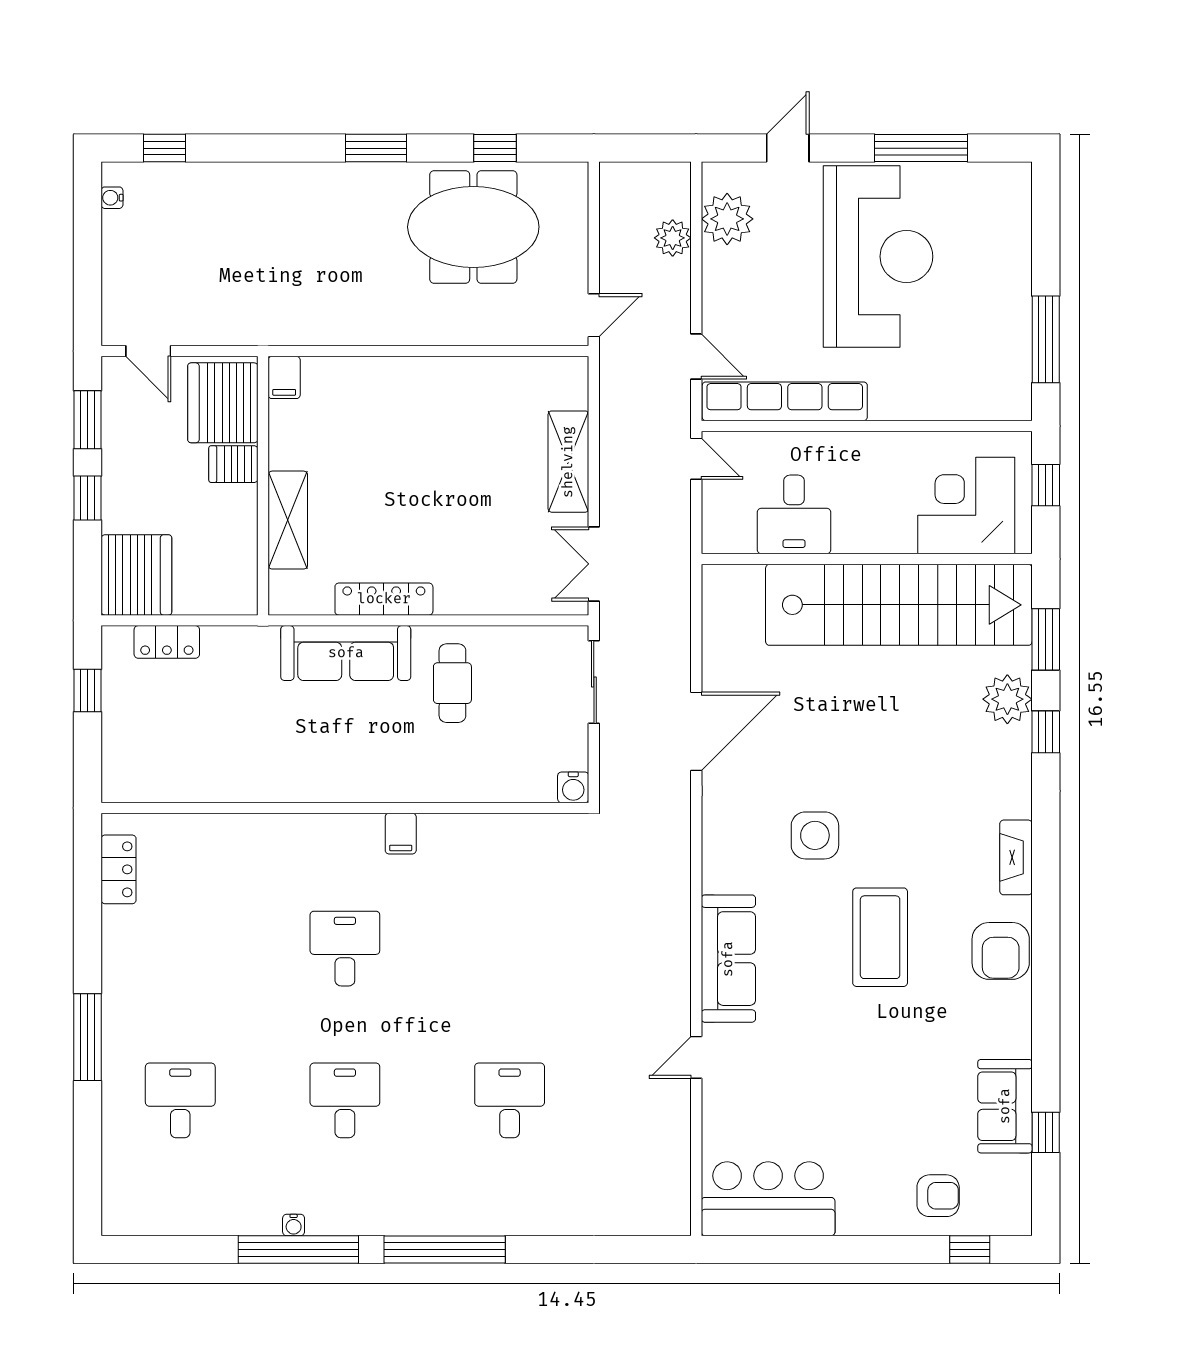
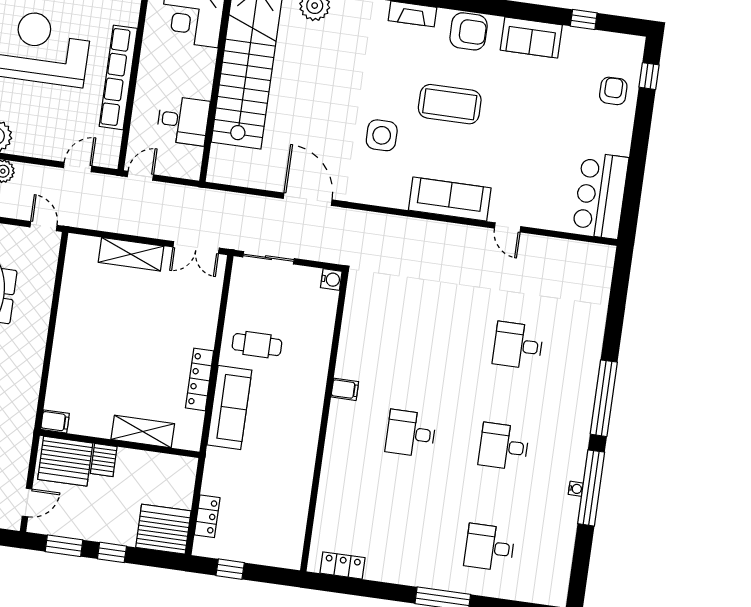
row of seats: (785, 401) -> (118, 77), moved
sofa: (1005, 1106) -> (531, 37), moved

